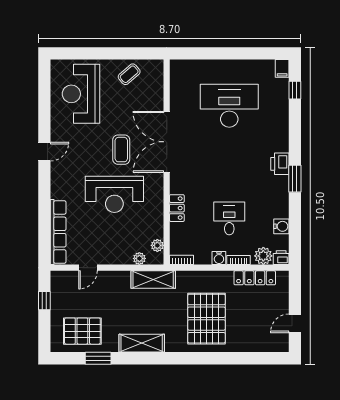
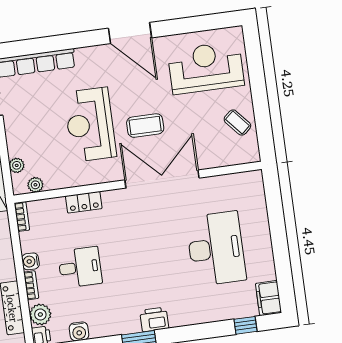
filing cabinet: (282, 68) -> (269, 298), width x2.00
door: (44, 152) -> (130, 33), width x1.88

